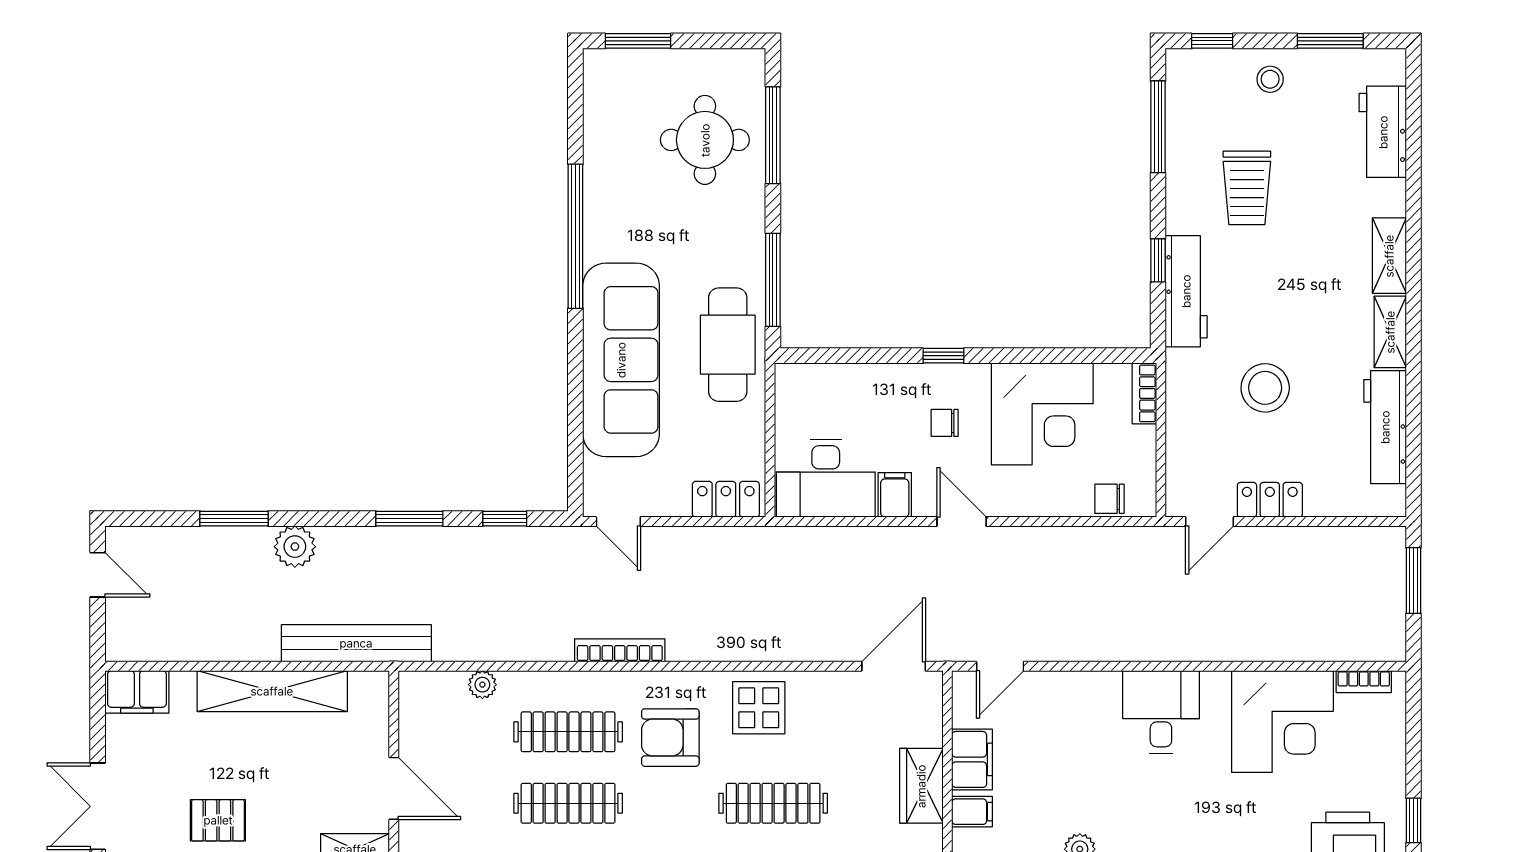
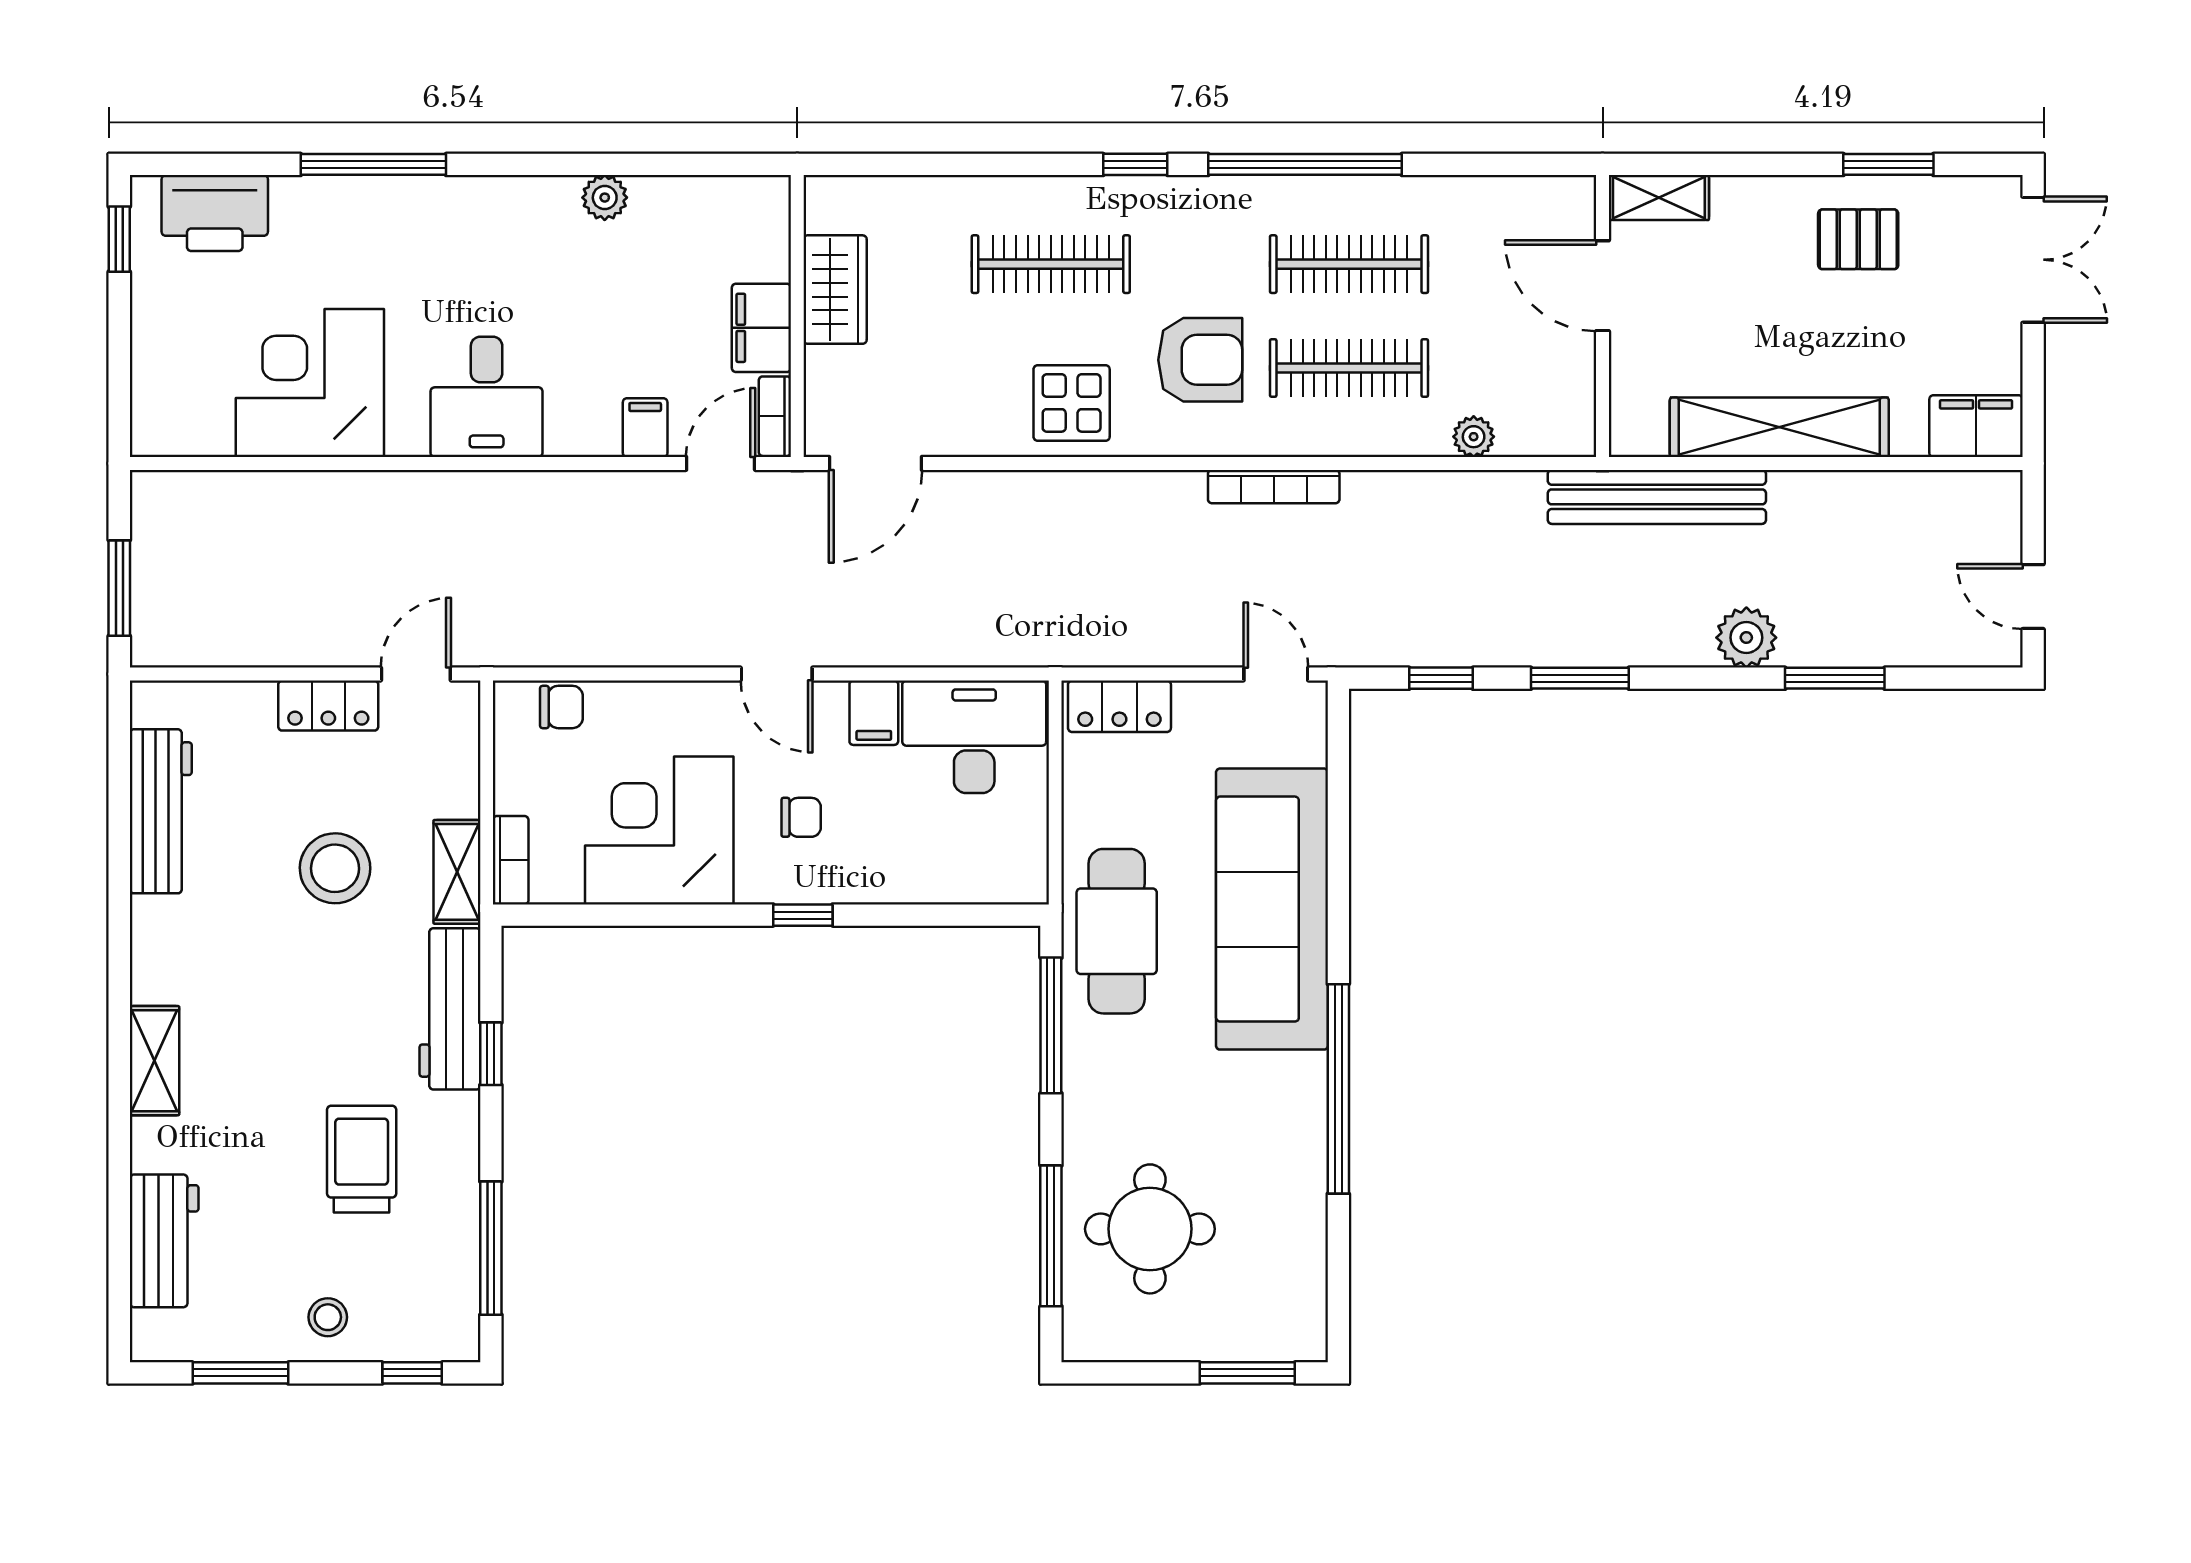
shelving: (1390, 332) -> (457, 872), moved
bookcase: (1364, 682) -> (775, 416), moved, turned -90
filing cabinet: (972, 812) -> (645, 428), moved, turned 90

